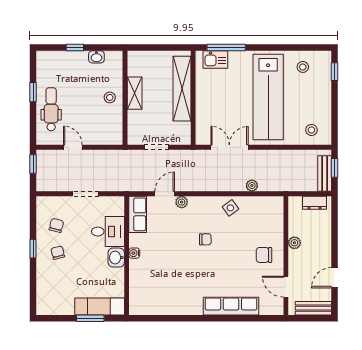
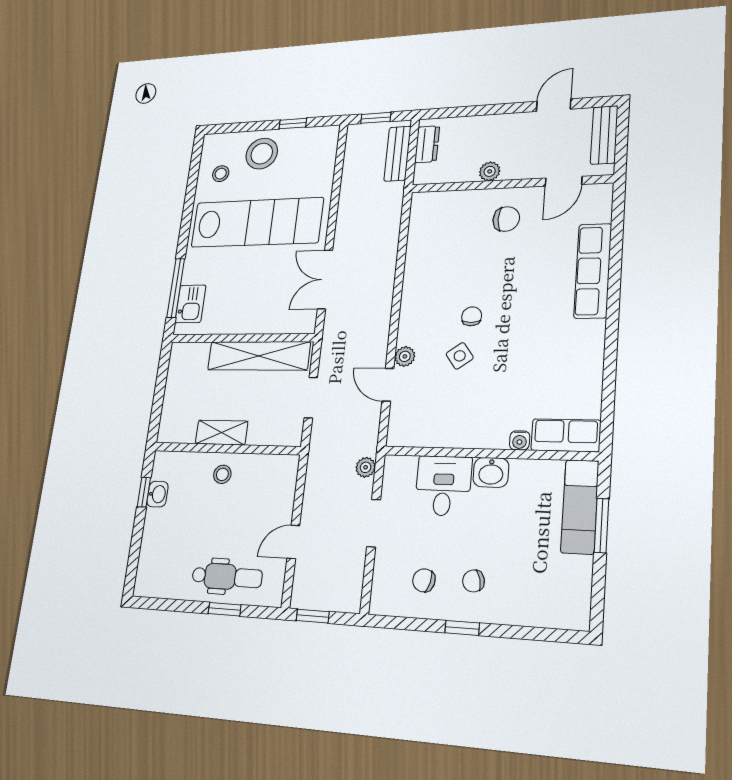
window: (75, 48) -> (144, 492), moved
window: (335, 72) -> (293, 124), moved
shelving: (182, 89) -> (259, 356), moved
window: (33, 92) -> (225, 609), moved
dental chair: (51, 109) -> (227, 577), turned 180
stool: (311, 130) -> (262, 154), moved, width x1.89, depth x1.89
bench: (325, 173) -> (397, 154), moved, turned 90
plant: (252, 186) -> (366, 467), moved
side table: (230, 208) -> (460, 356), moved
row of seats: (138, 214) -> (566, 435), moved
water cooler: (134, 253) -> (520, 440), moved
chair: (264, 255) -> (506, 219), turned -90
door: (335, 278) -> (554, 105), swing flipped

